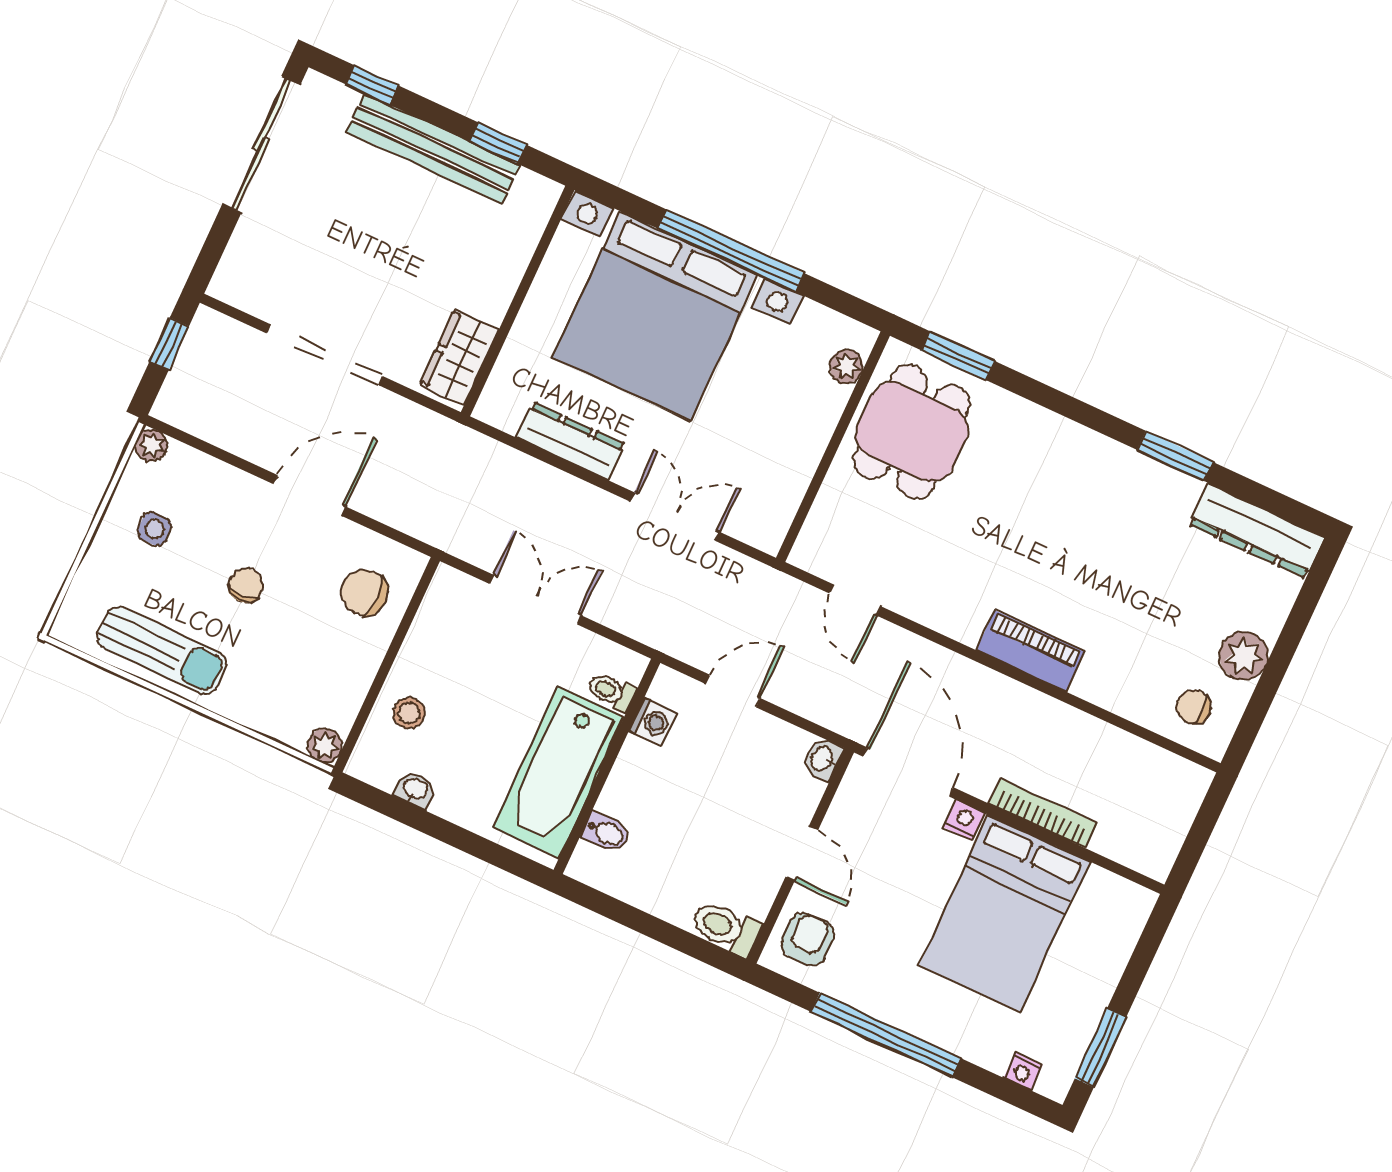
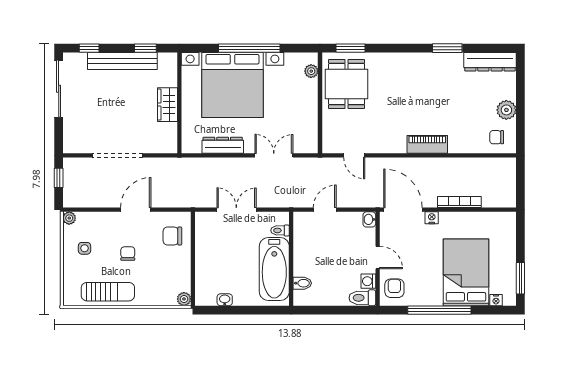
wardrobe: (459, 357) -> (167, 105), moved
stool: (409, 713) -> (209, 273), removed
washing machine: (653, 722) -> (368, 281), moved, turned 180
bed: (1004, 913) -> (466, 272), moved, turned 180

